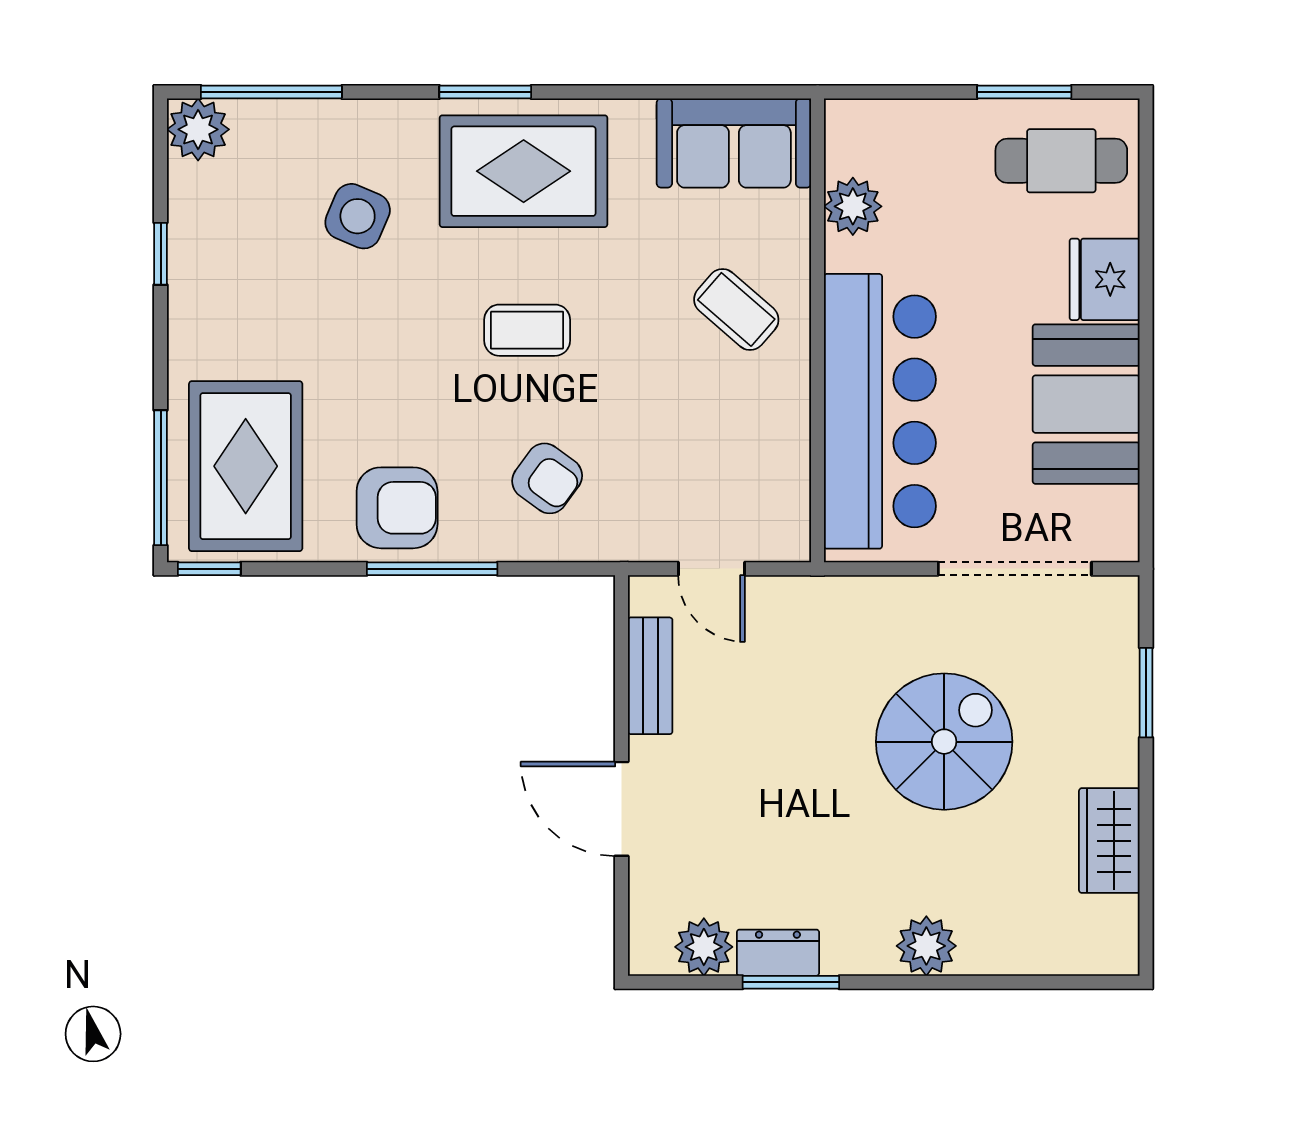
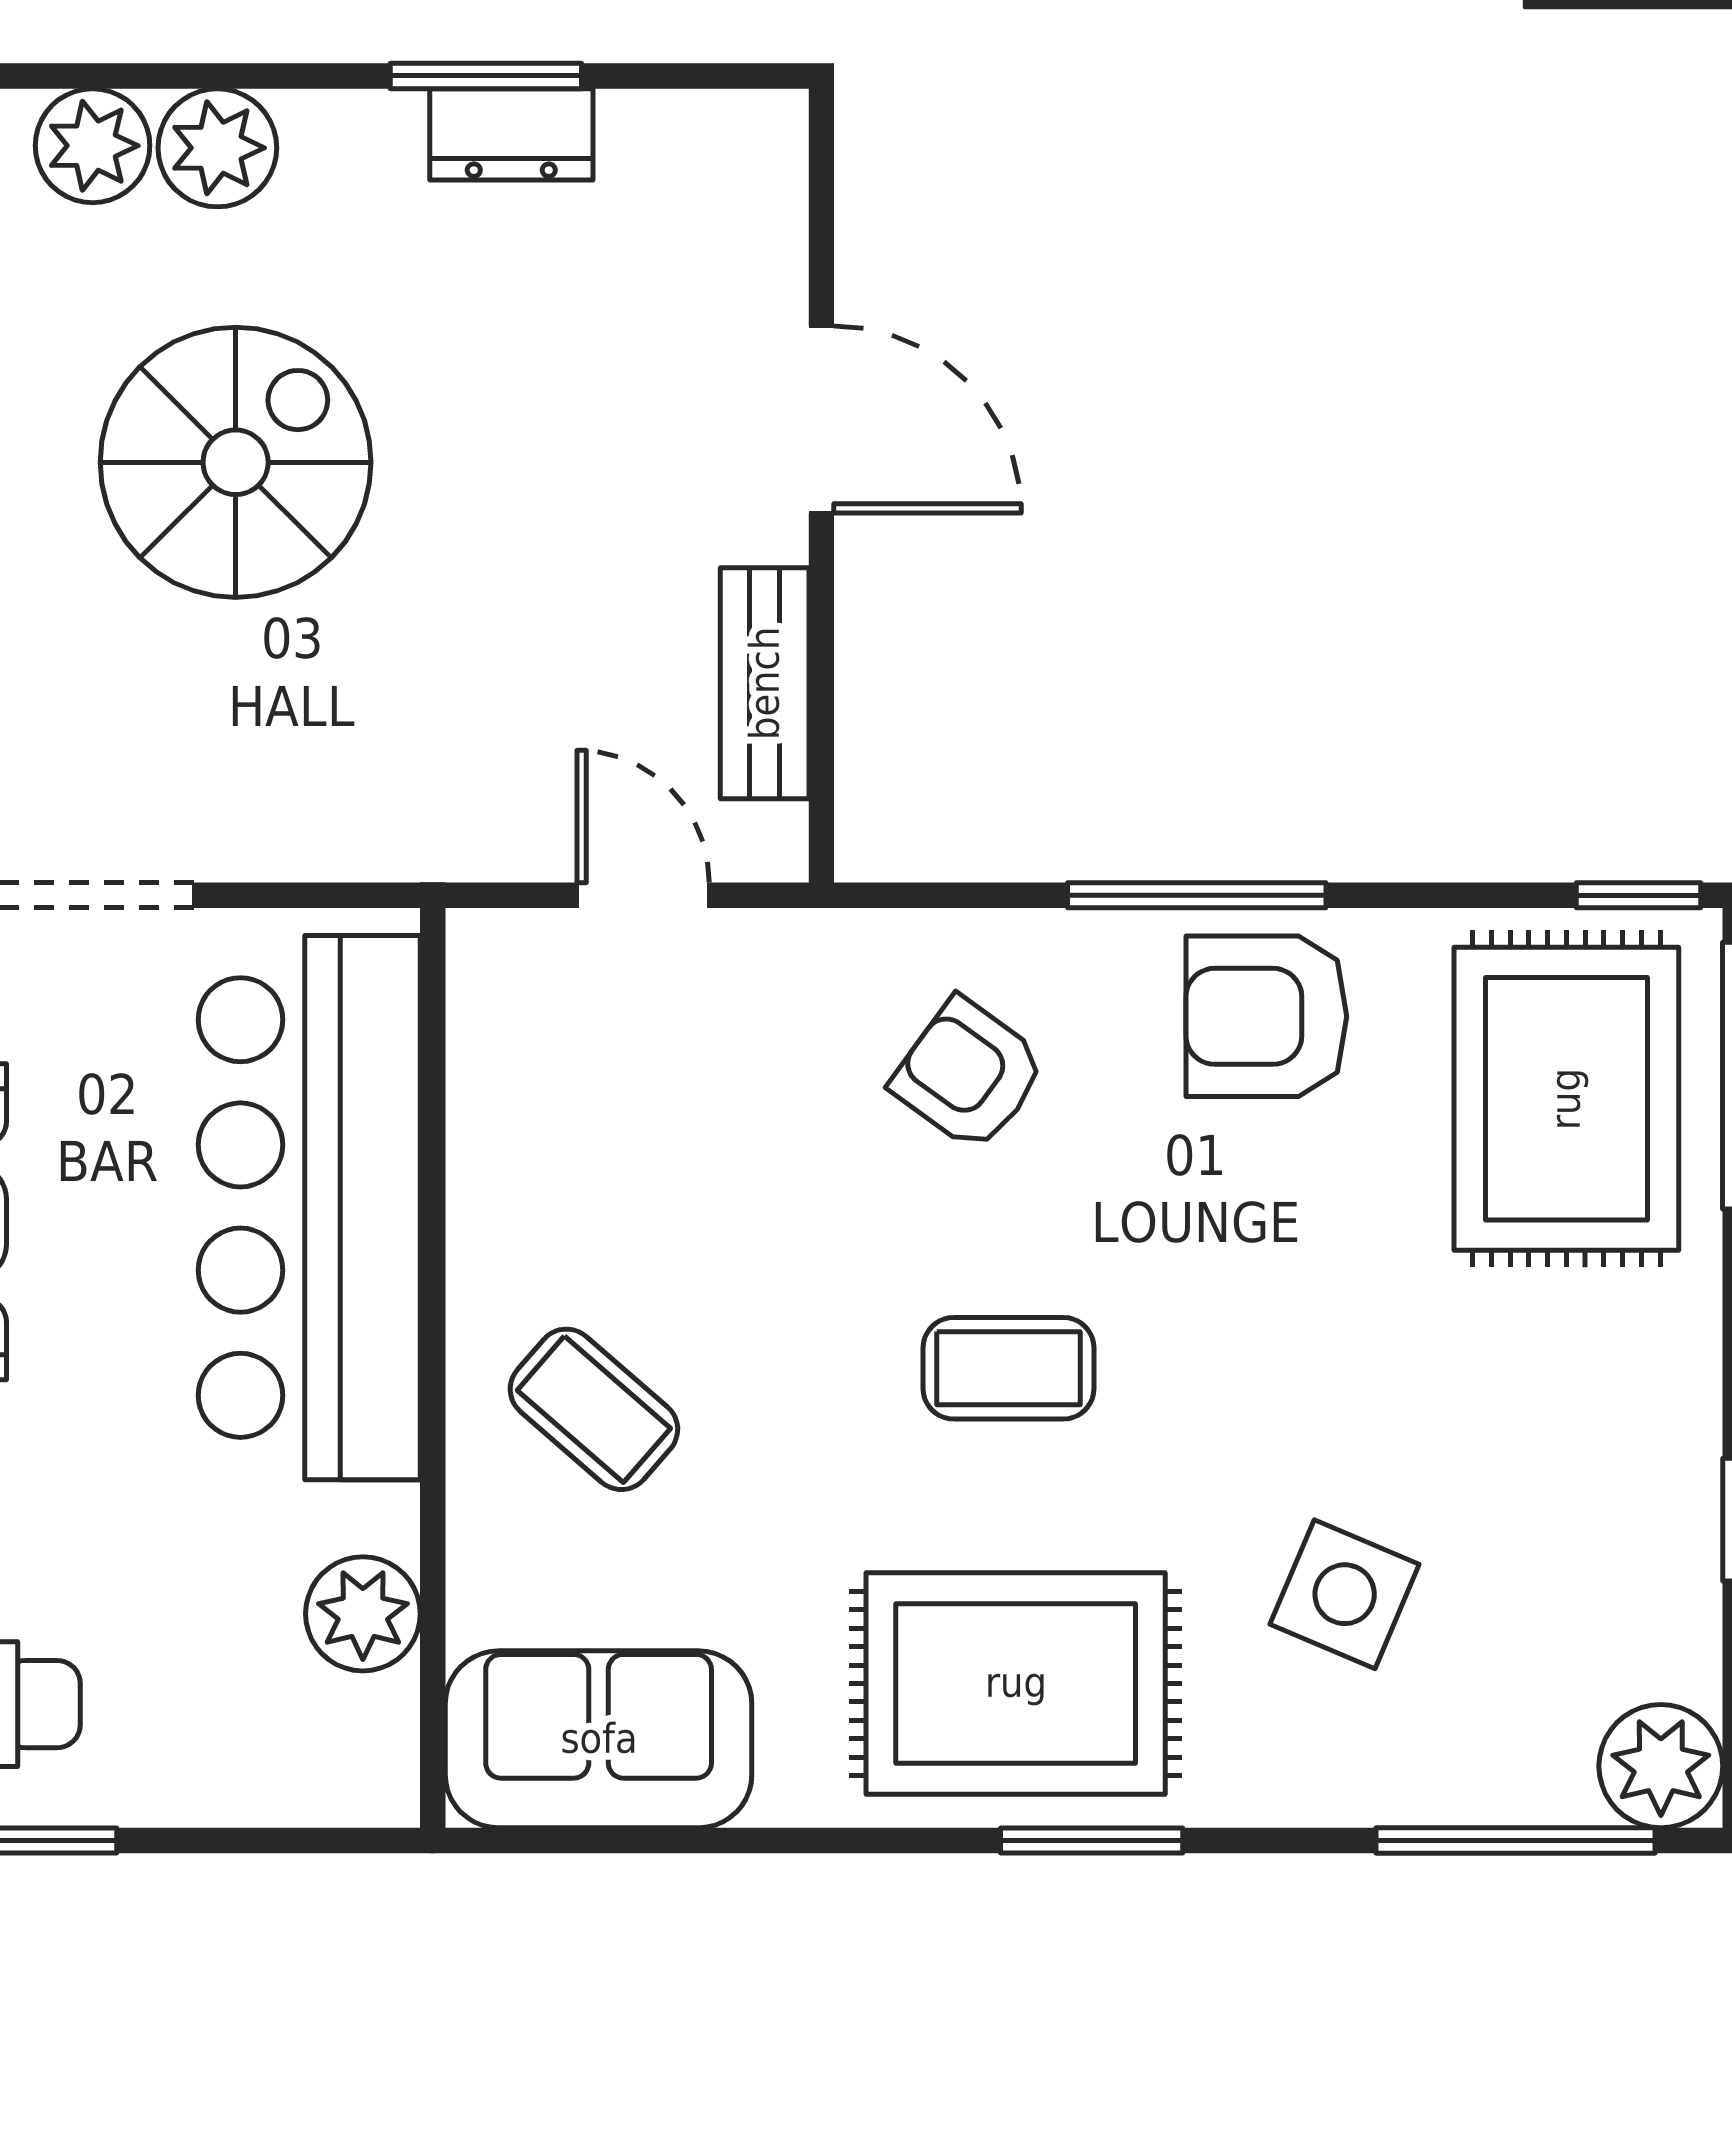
spiral stairs: (944, 742) -> (236, 462), moved, turned 180
plant: (704, 947) -> (93, 146), moved

